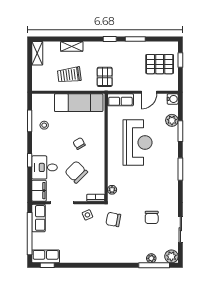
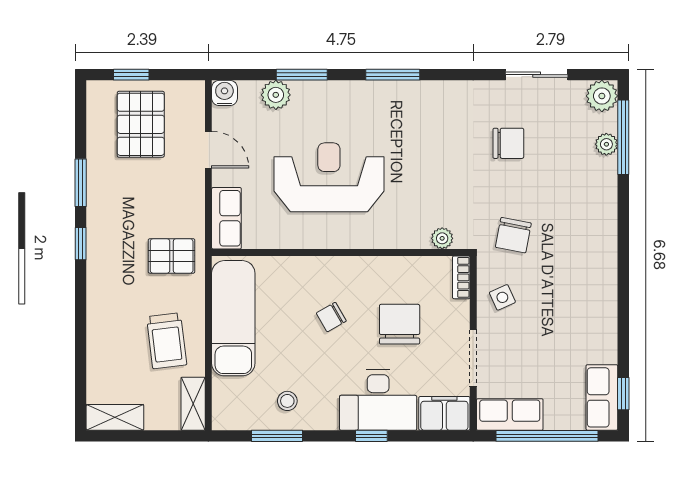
shelving: (72, 46) -> (193, 404), moved
desk: (45, 167) -> (378, 400), width x1.37
chair: (76, 172) -> (400, 324), turned 135

